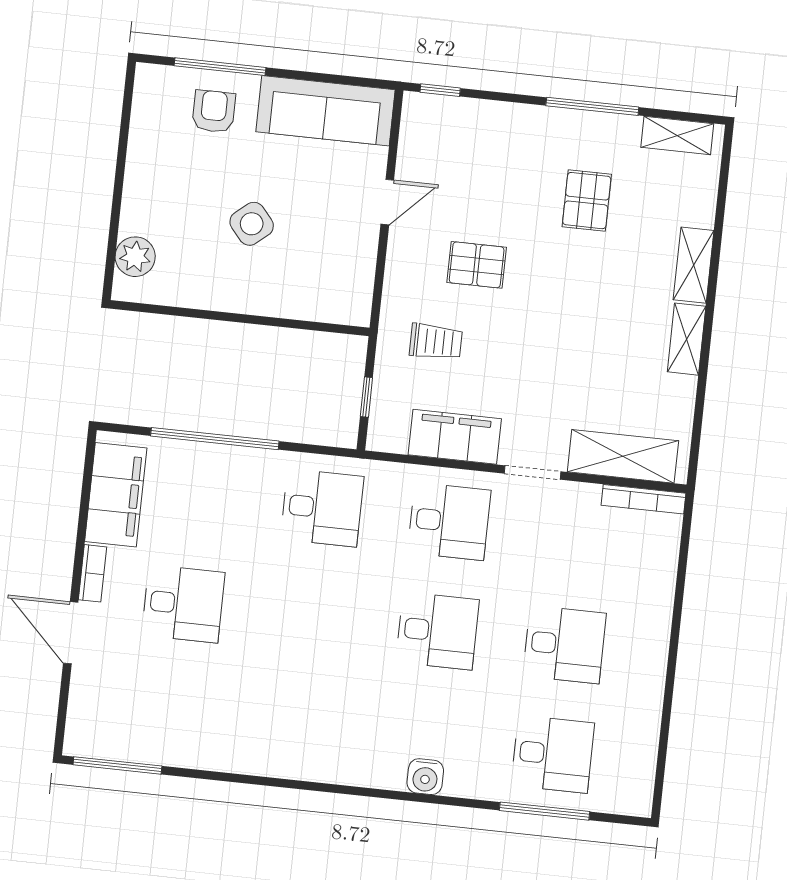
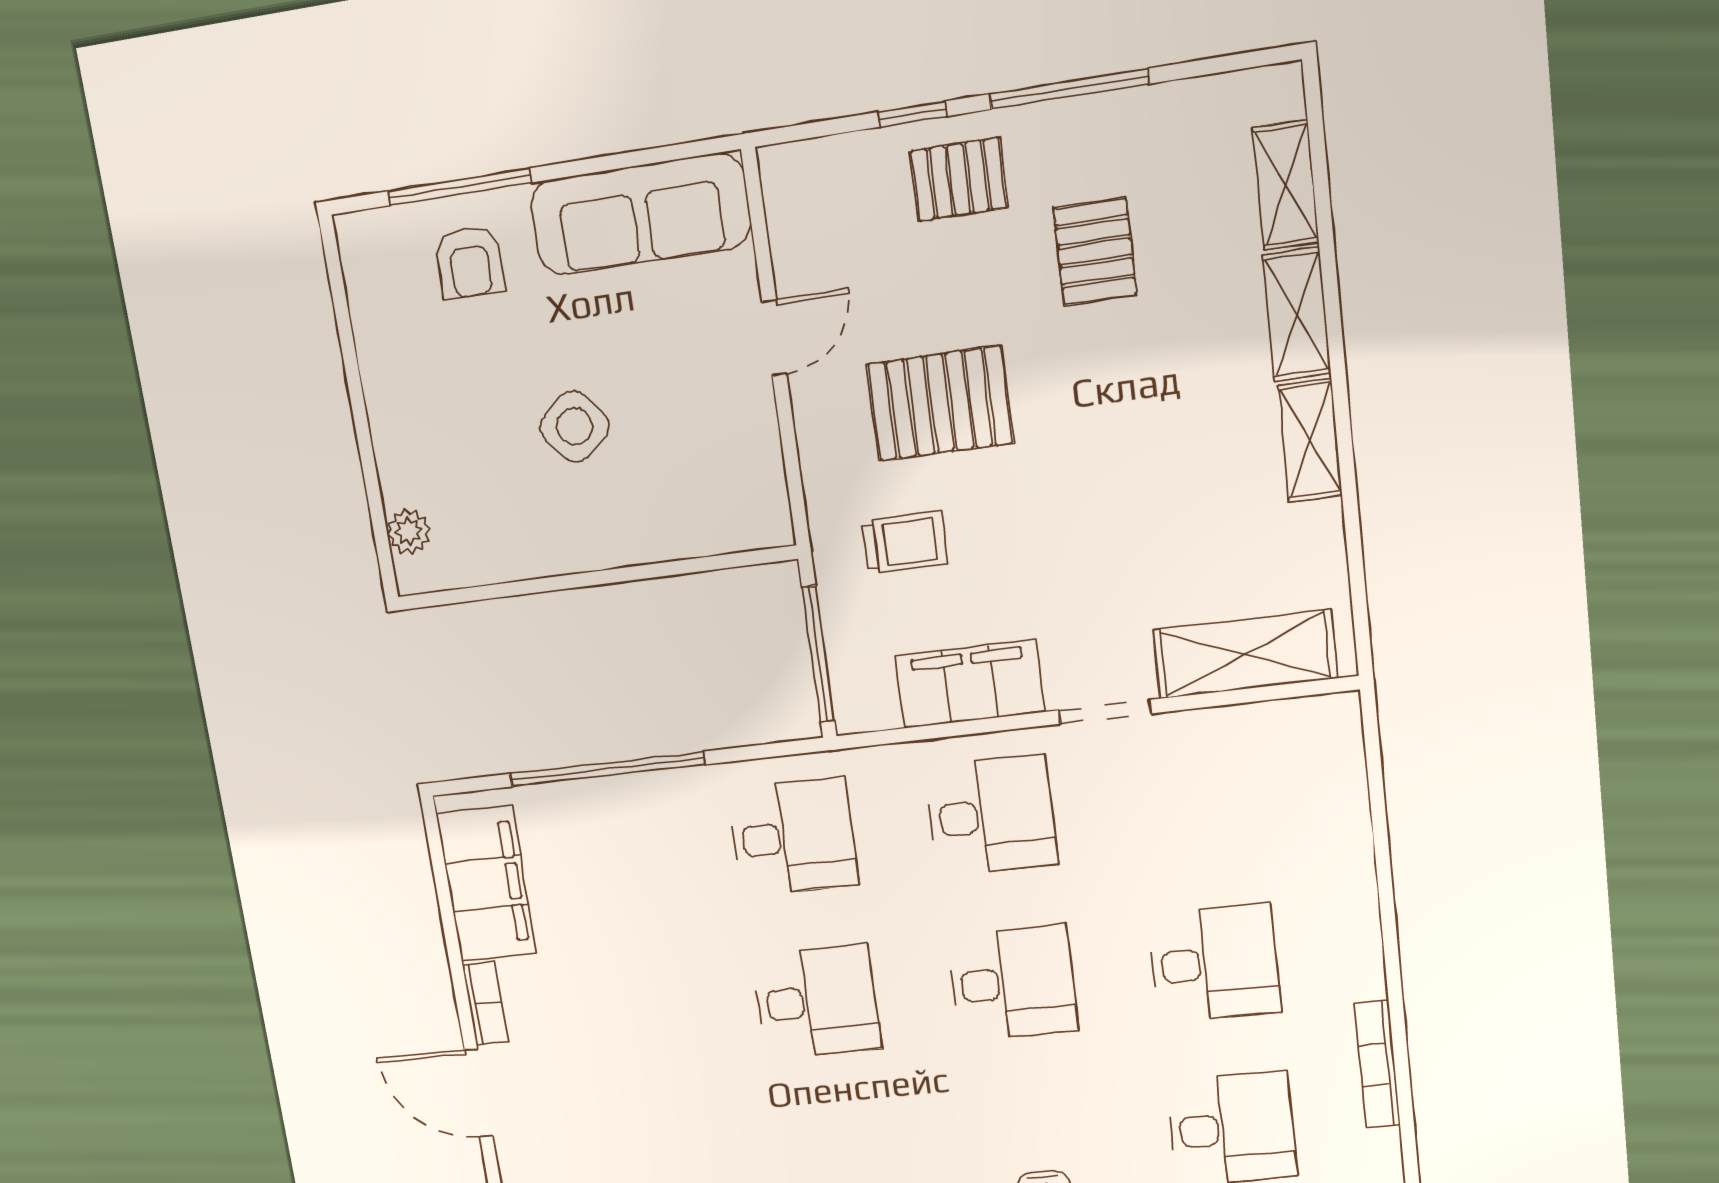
window: (440, 90) -> (912, 114), moved
armchair: (214, 111) -> (470, 262), turned 180
shelving: (677, 135) -> (1286, 185), moved, turned 90
pallet: (518, 140) -> (959, 179), added
plant: (135, 257) -> (409, 531), width x0.73, depth x0.73
pallet: (477, 265) -> (940, 404), width x1.50, depth x1.42
window: (366, 397) -> (818, 654), width x2.17
bookcase: (644, 499) -> (1377, 1064), moved, turned 90
desk: (183, 604) -> (817, 1002), moved

